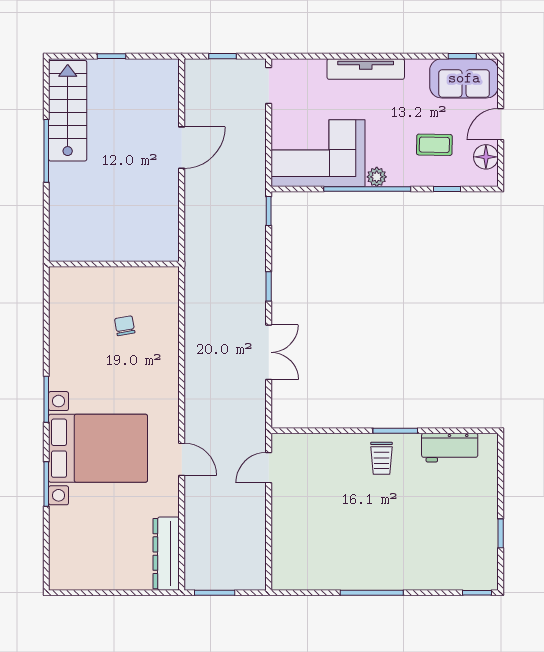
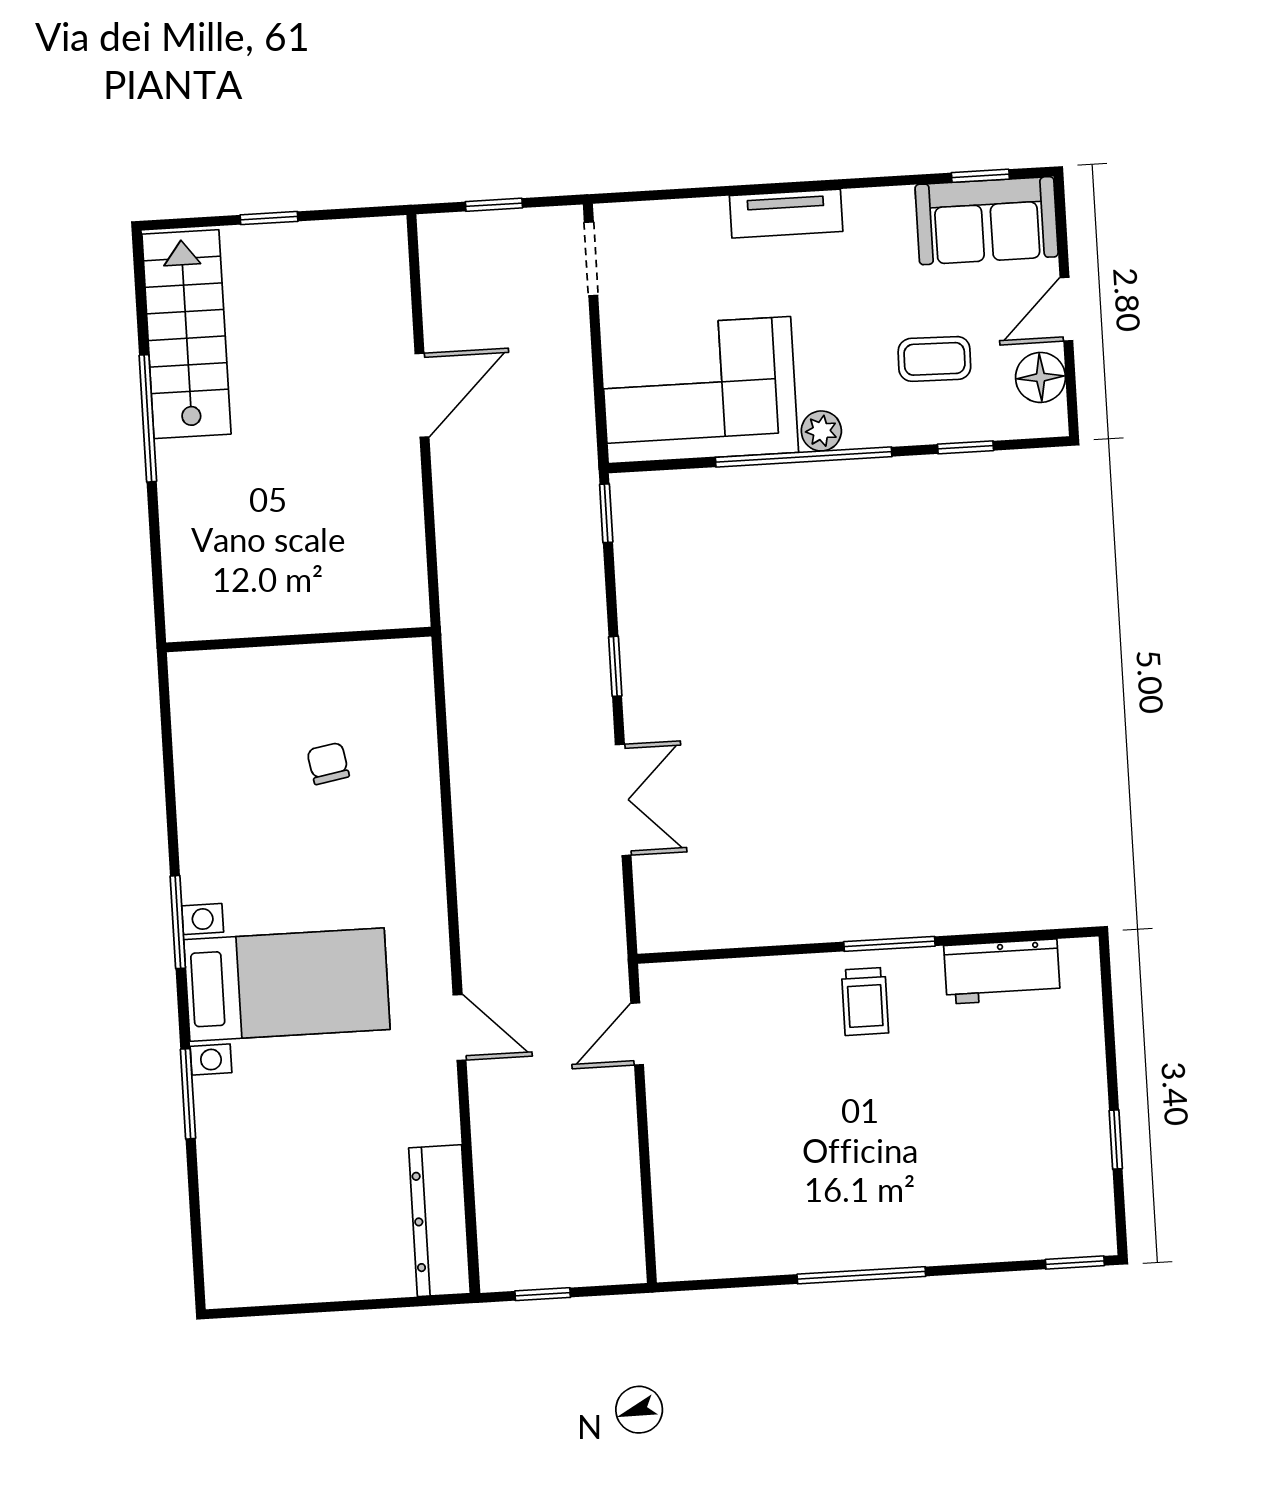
tv unit: (366, 69) -> (786, 214), width x0.71
bed with nightstands: (98, 448) -> (287, 985), width x0.73
window: (215, 593) -> (543, 1294), width x0.67

